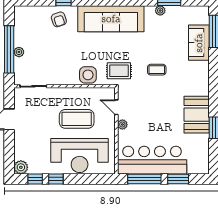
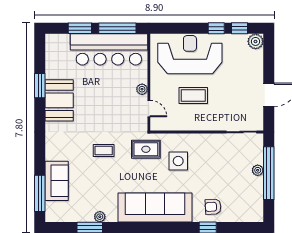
armchair: (59, 19) -> (213, 207), turned -75
side table: (88, 75) -> (178, 161), moved
coffee table: (77, 119) -> (193, 96), width x0.73, depth x0.76

